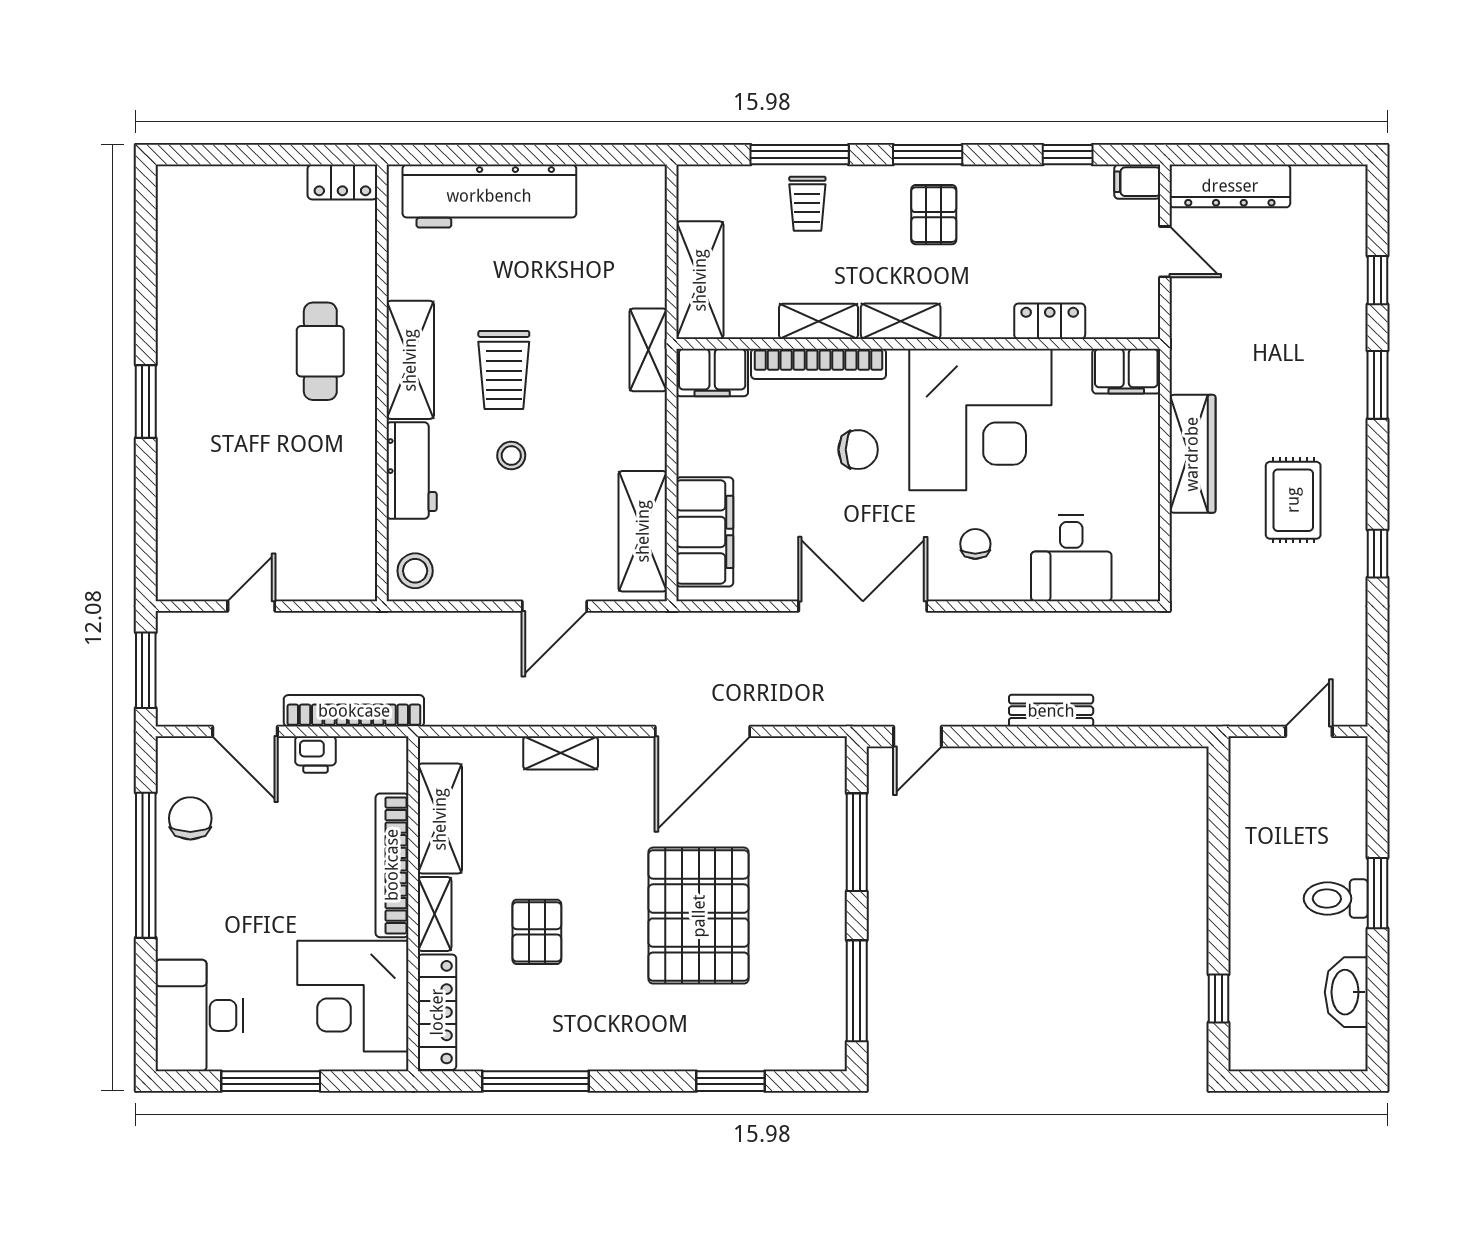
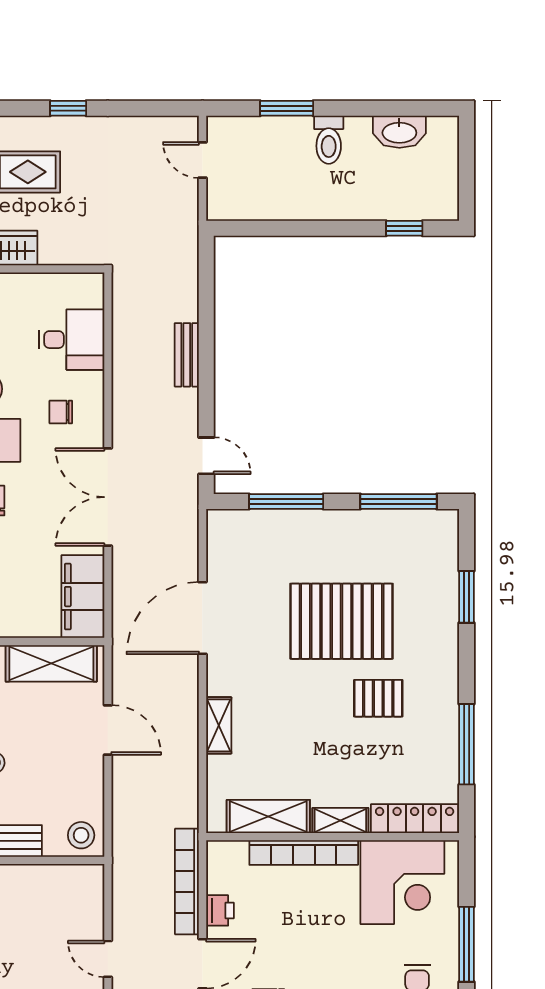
filing cabinet: (705, 532) -> (83, 597), moved, turned -90
door: (703, 731) -> (202, 618), swing flipped
window: (1377, 893) -> (287, 108), moved
pallet: (537, 932) -> (378, 698), moved

